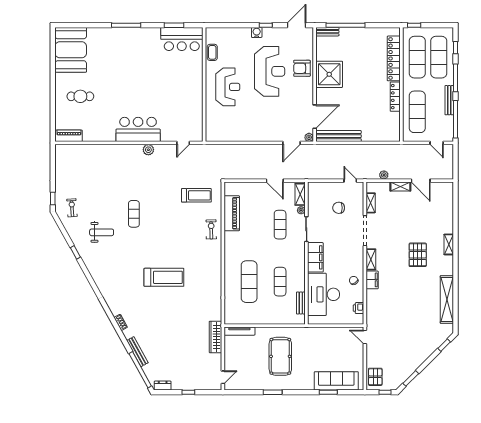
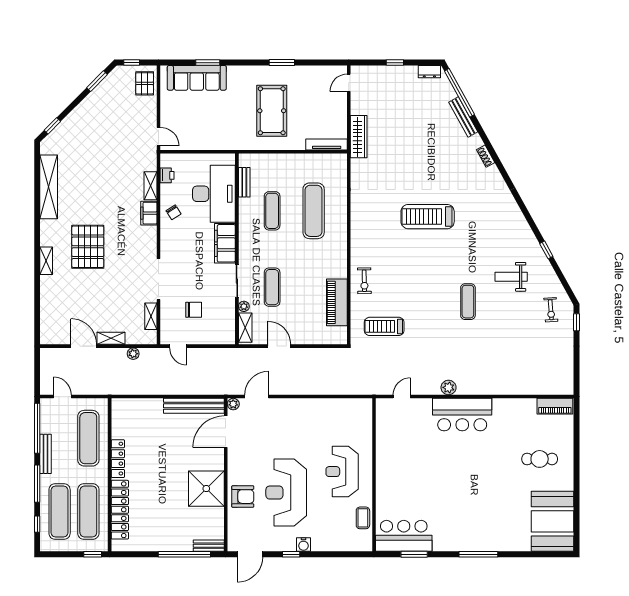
pallet: (418, 255) -> (88, 247), width x1.37, depth x1.41
shelving: (371, 259) -> (150, 186), moved

